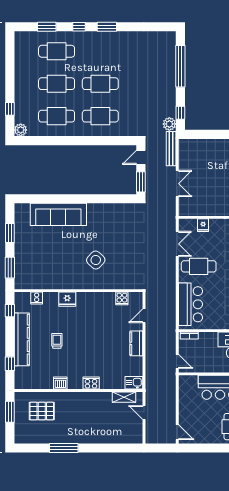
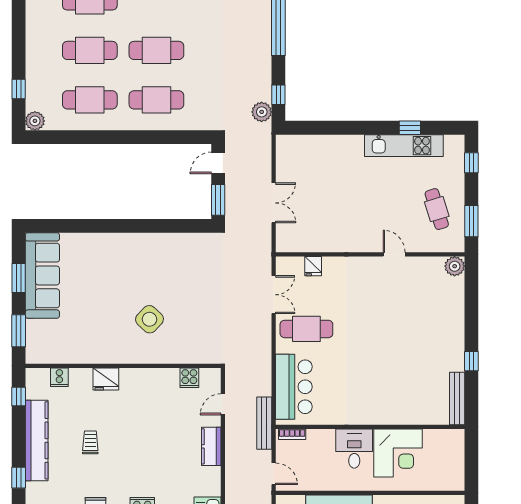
bench: (171, 149) -> (264, 423), moved
sofa: (58, 214) -> (42, 275), moved, turned -90

